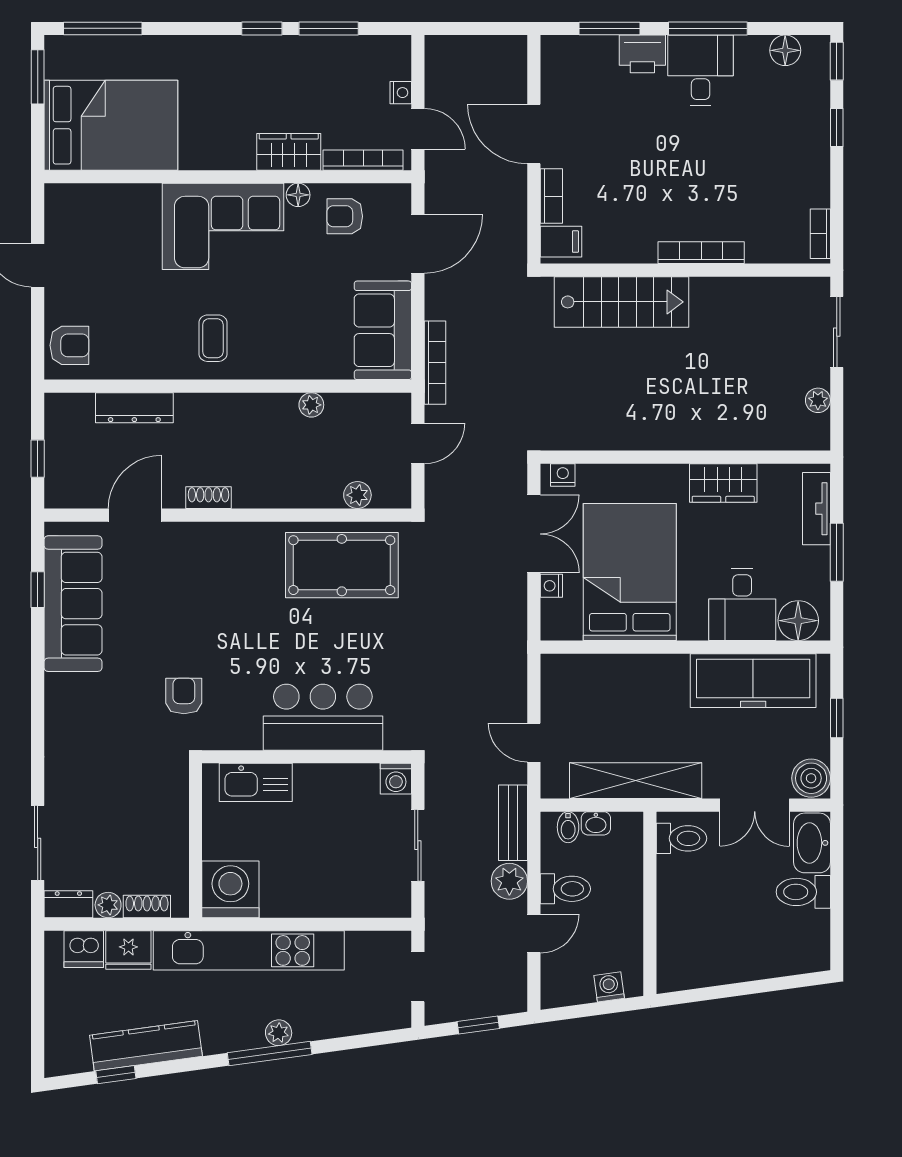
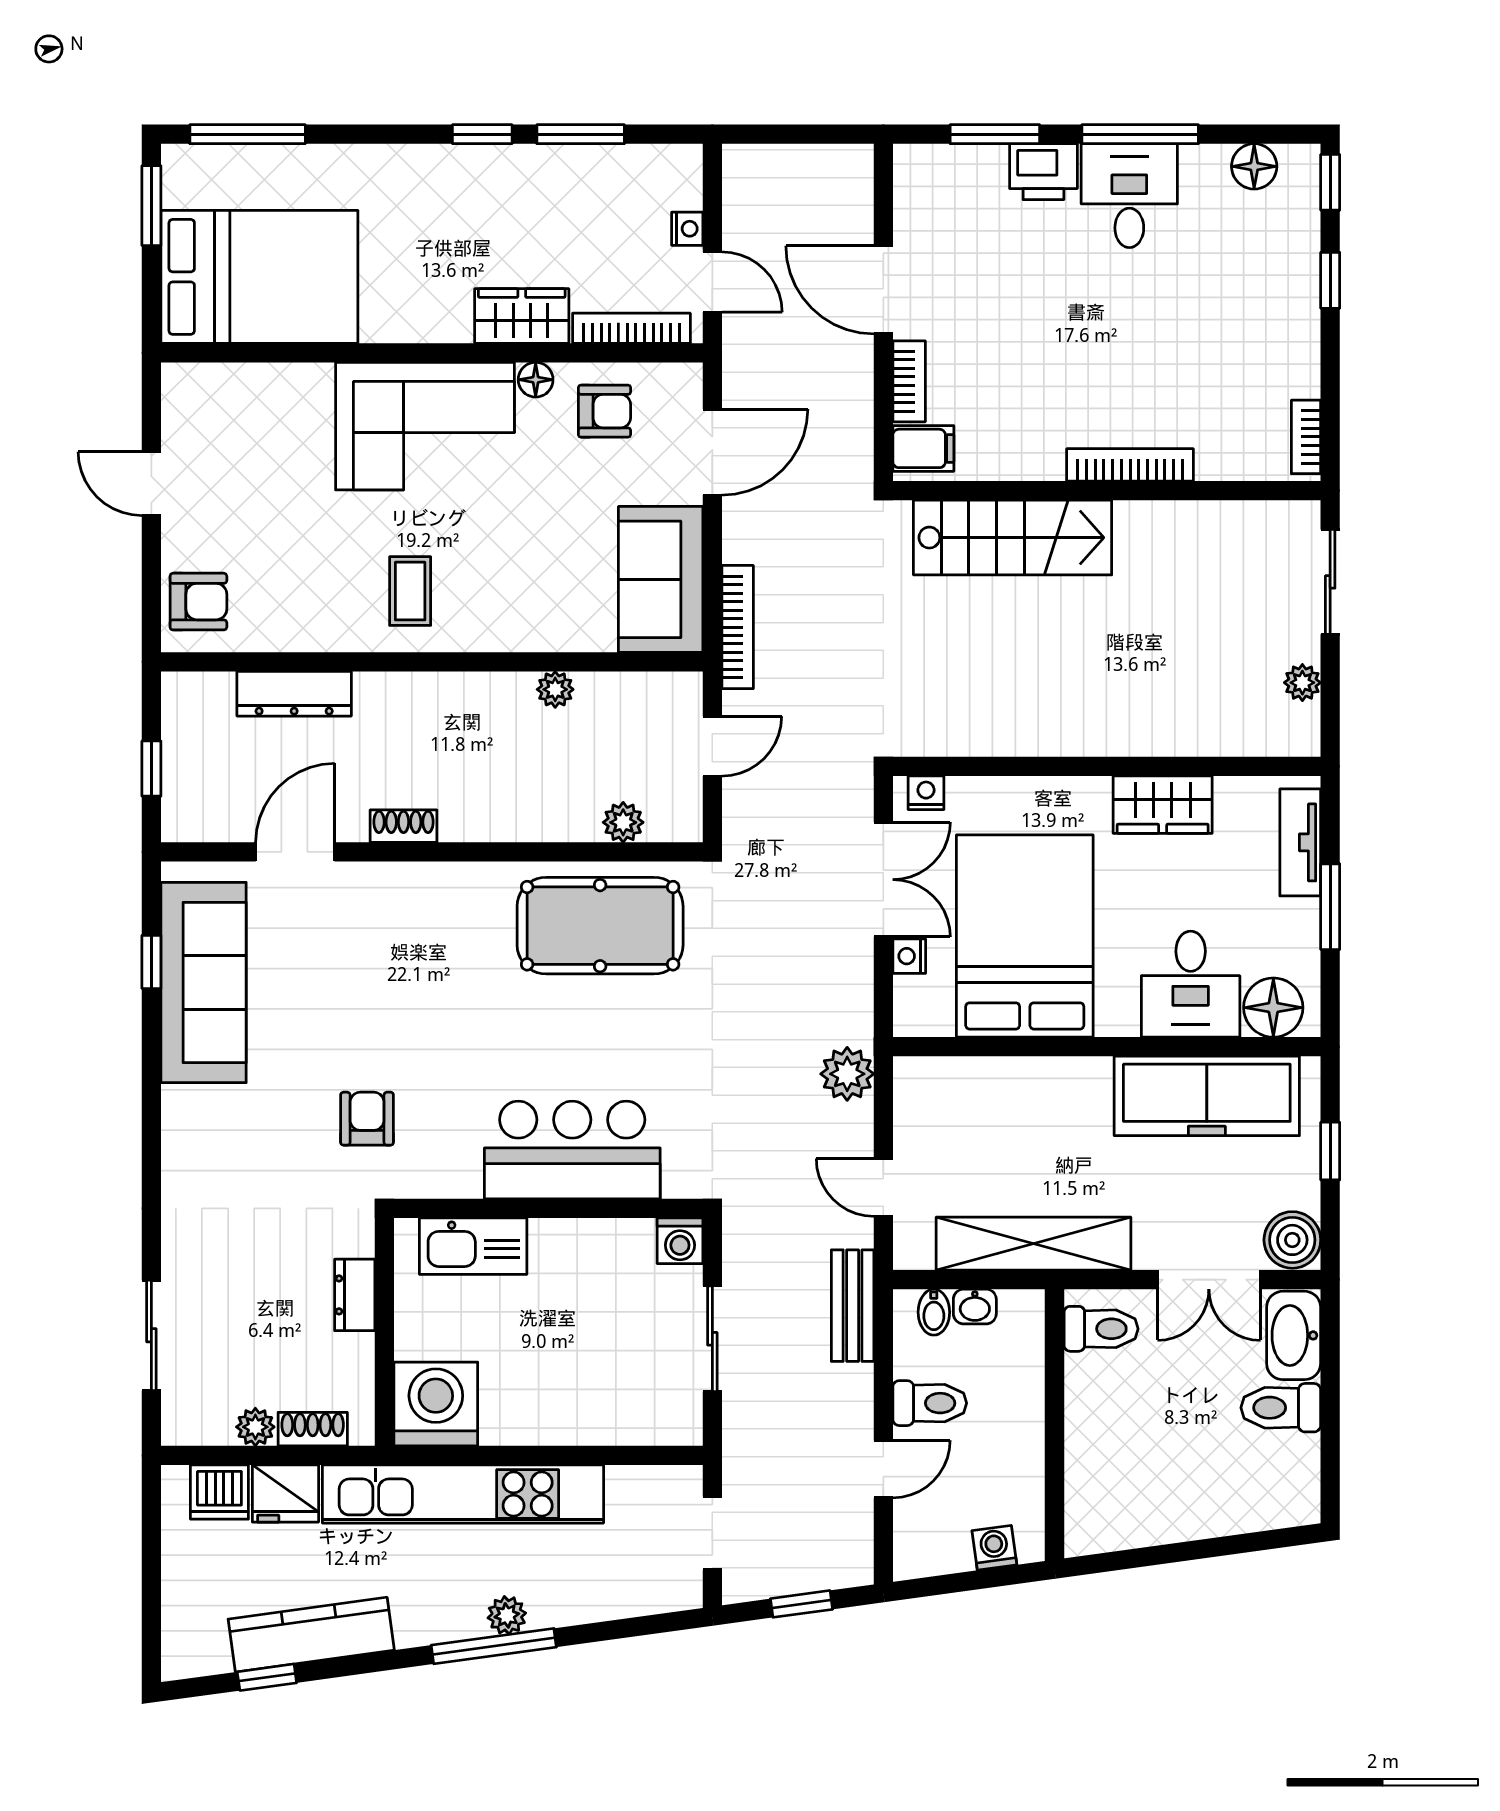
armchair: (345, 216) -> (604, 411), turned 180
plant: (509, 881) -> (847, 1074), moved
dresser: (68, 904) -> (355, 1295), moved, turned -90

